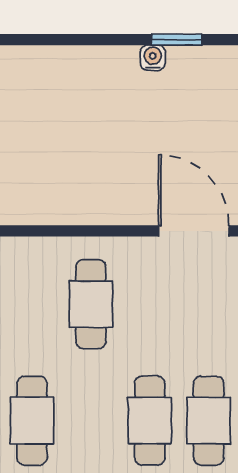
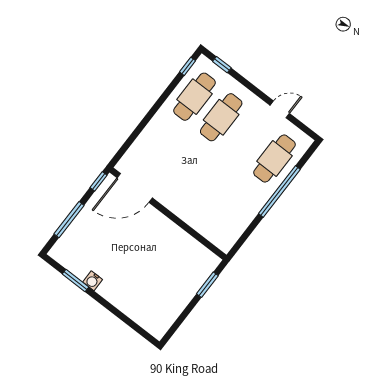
door: (194, 231) -> (135, 188), hinge flipped
cafe table: (91, 304) -> (207, 191), removed

